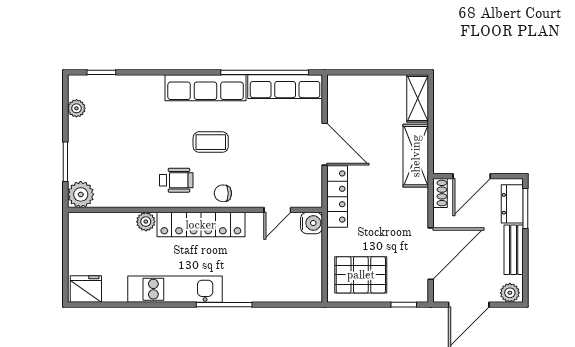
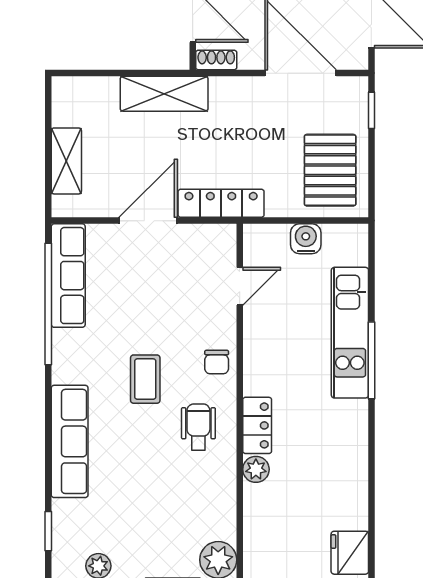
row of seats: (206, 88) -> (70, 441), moved
shelving: (418, 98) -> (66, 161), moved, turned 90
door: (277, 210) -> (240, 286), hinge flipped
water cooler: (312, 223) -> (306, 239), moved
locker: (201, 225) -> (257, 425), width x0.46, depth x0.83
kitchen unit: (175, 289) -> (350, 333), moved

